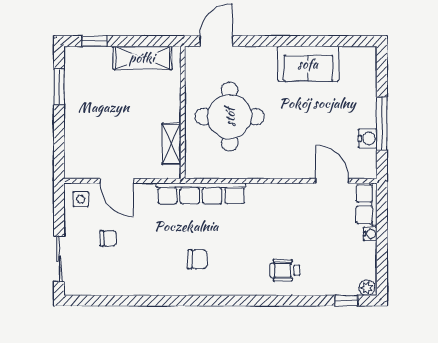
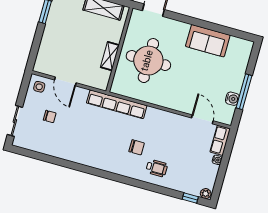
shelving: (171, 144) -> (110, 56), moved
chair: (198, 259) -> (137, 147), moved
wheelchair: (285, 270) -> (157, 168), turned 180

